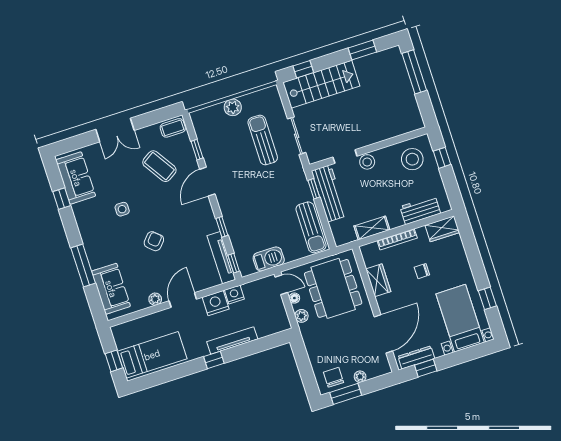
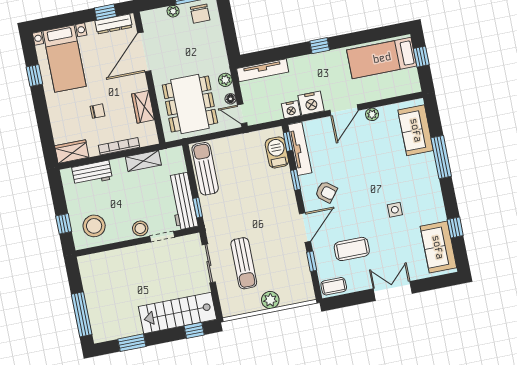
coffee table: (159, 166) -> (352, 249), turned -57
armchair: (154, 241) -> (326, 192), moved, turned -94
barbecue: (269, 259) -> (277, 152), moved, turned 90
tv unit: (232, 340) -> (263, 70), moved

